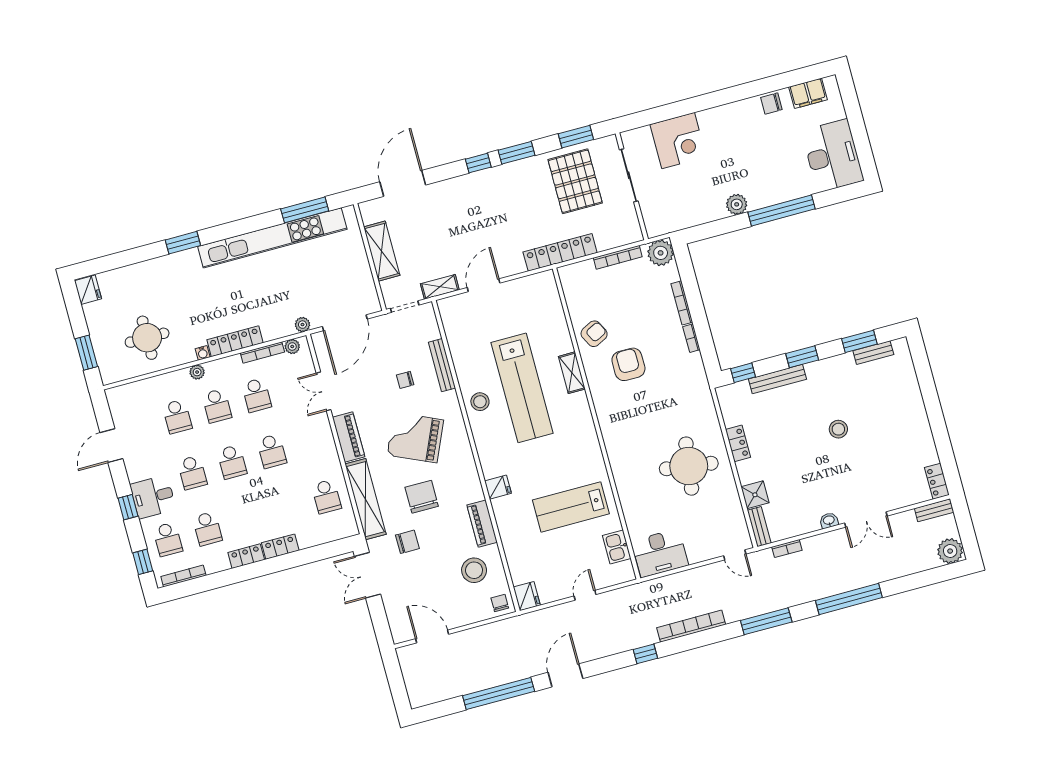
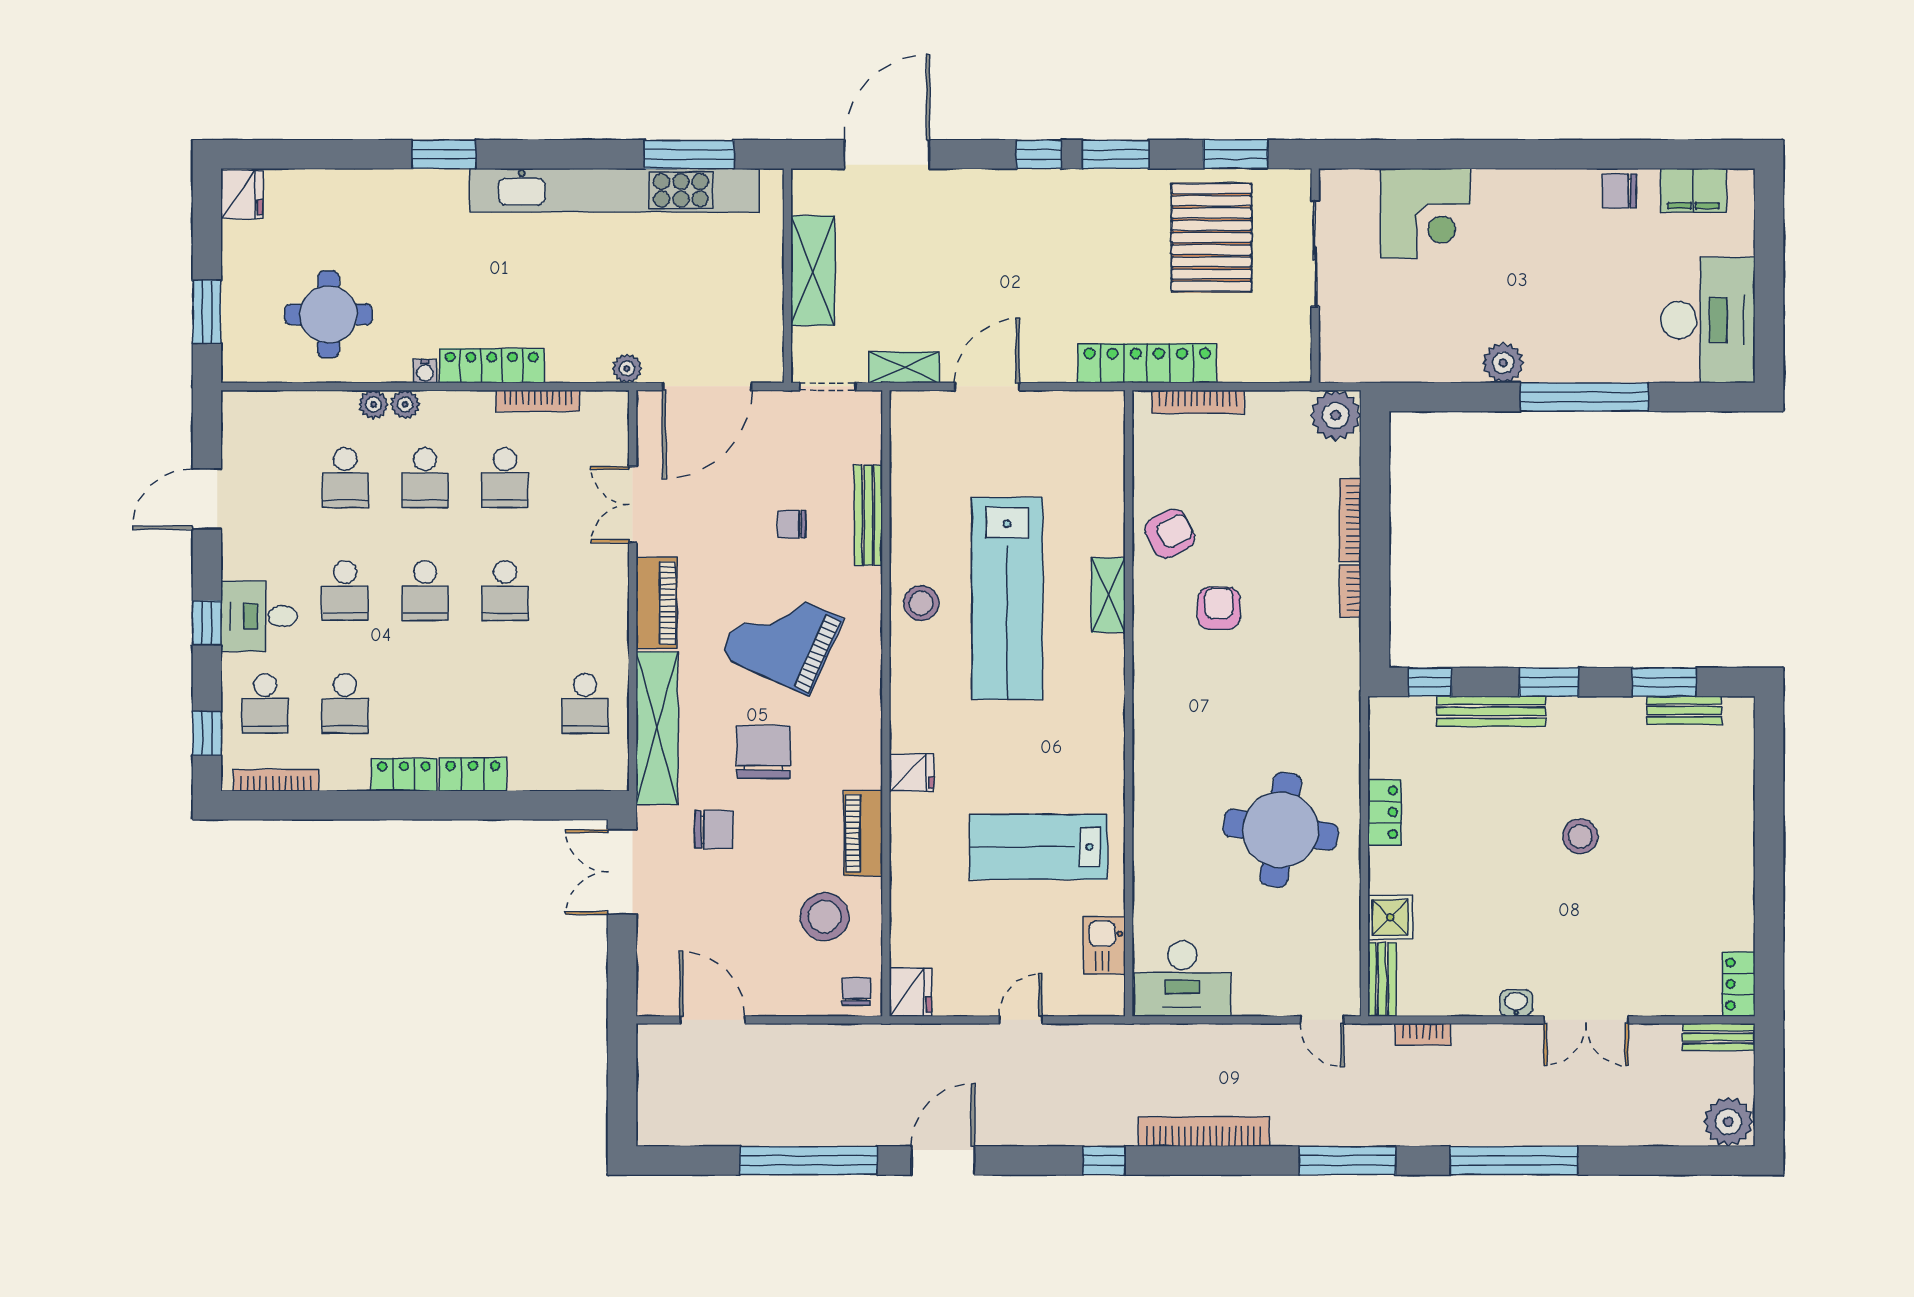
bookcase: (618, 257) -> (1198, 402), moved
plant: (292, 346) -> (373, 404), moved
armchair: (628, 364) -> (1219, 608), width x0.72, depth x0.72

